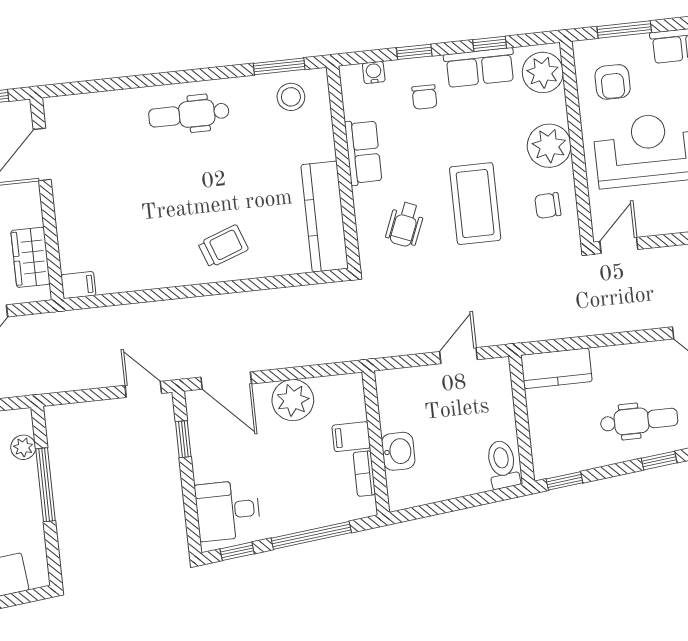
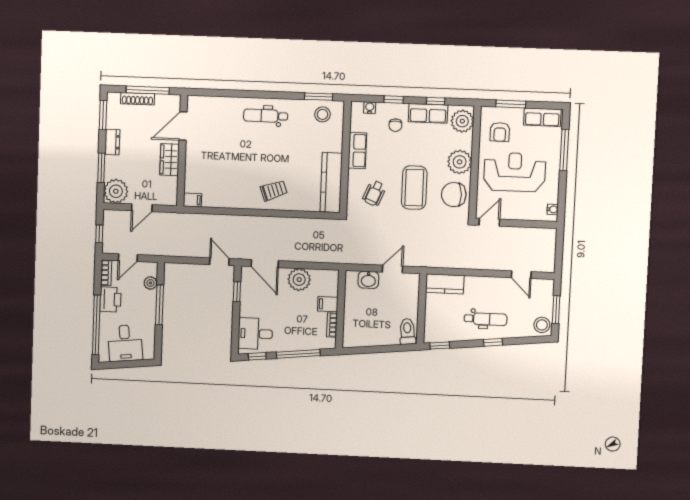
chair: (548, 206) -> (454, 195), width x1.87, depth x1.87
wardrobe: (31, 257) -> (170, 160), moved
washbasin: (398, 451) -> (368, 280), moved, turned 90

